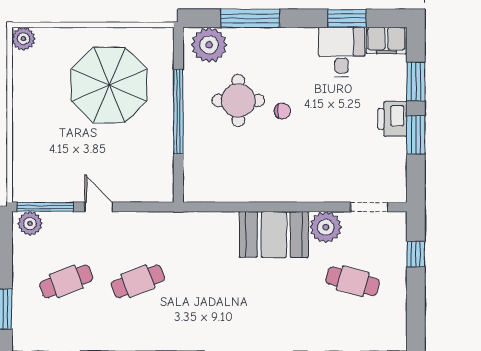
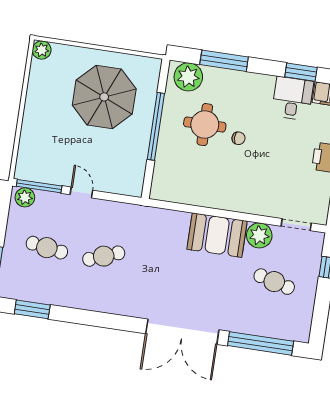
cafe table: (66, 281) -> (47, 248), turned 30

